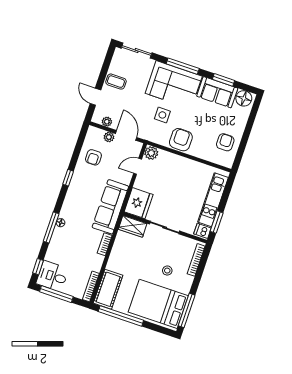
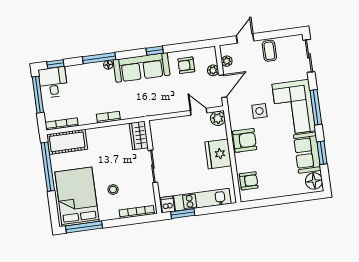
armchair: (225, 142) -> (249, 181), moved
fridge: (139, 203) -> (218, 154), moved, turned 90
sofa: (110, 207) -> (142, 67), moved, turned 180

